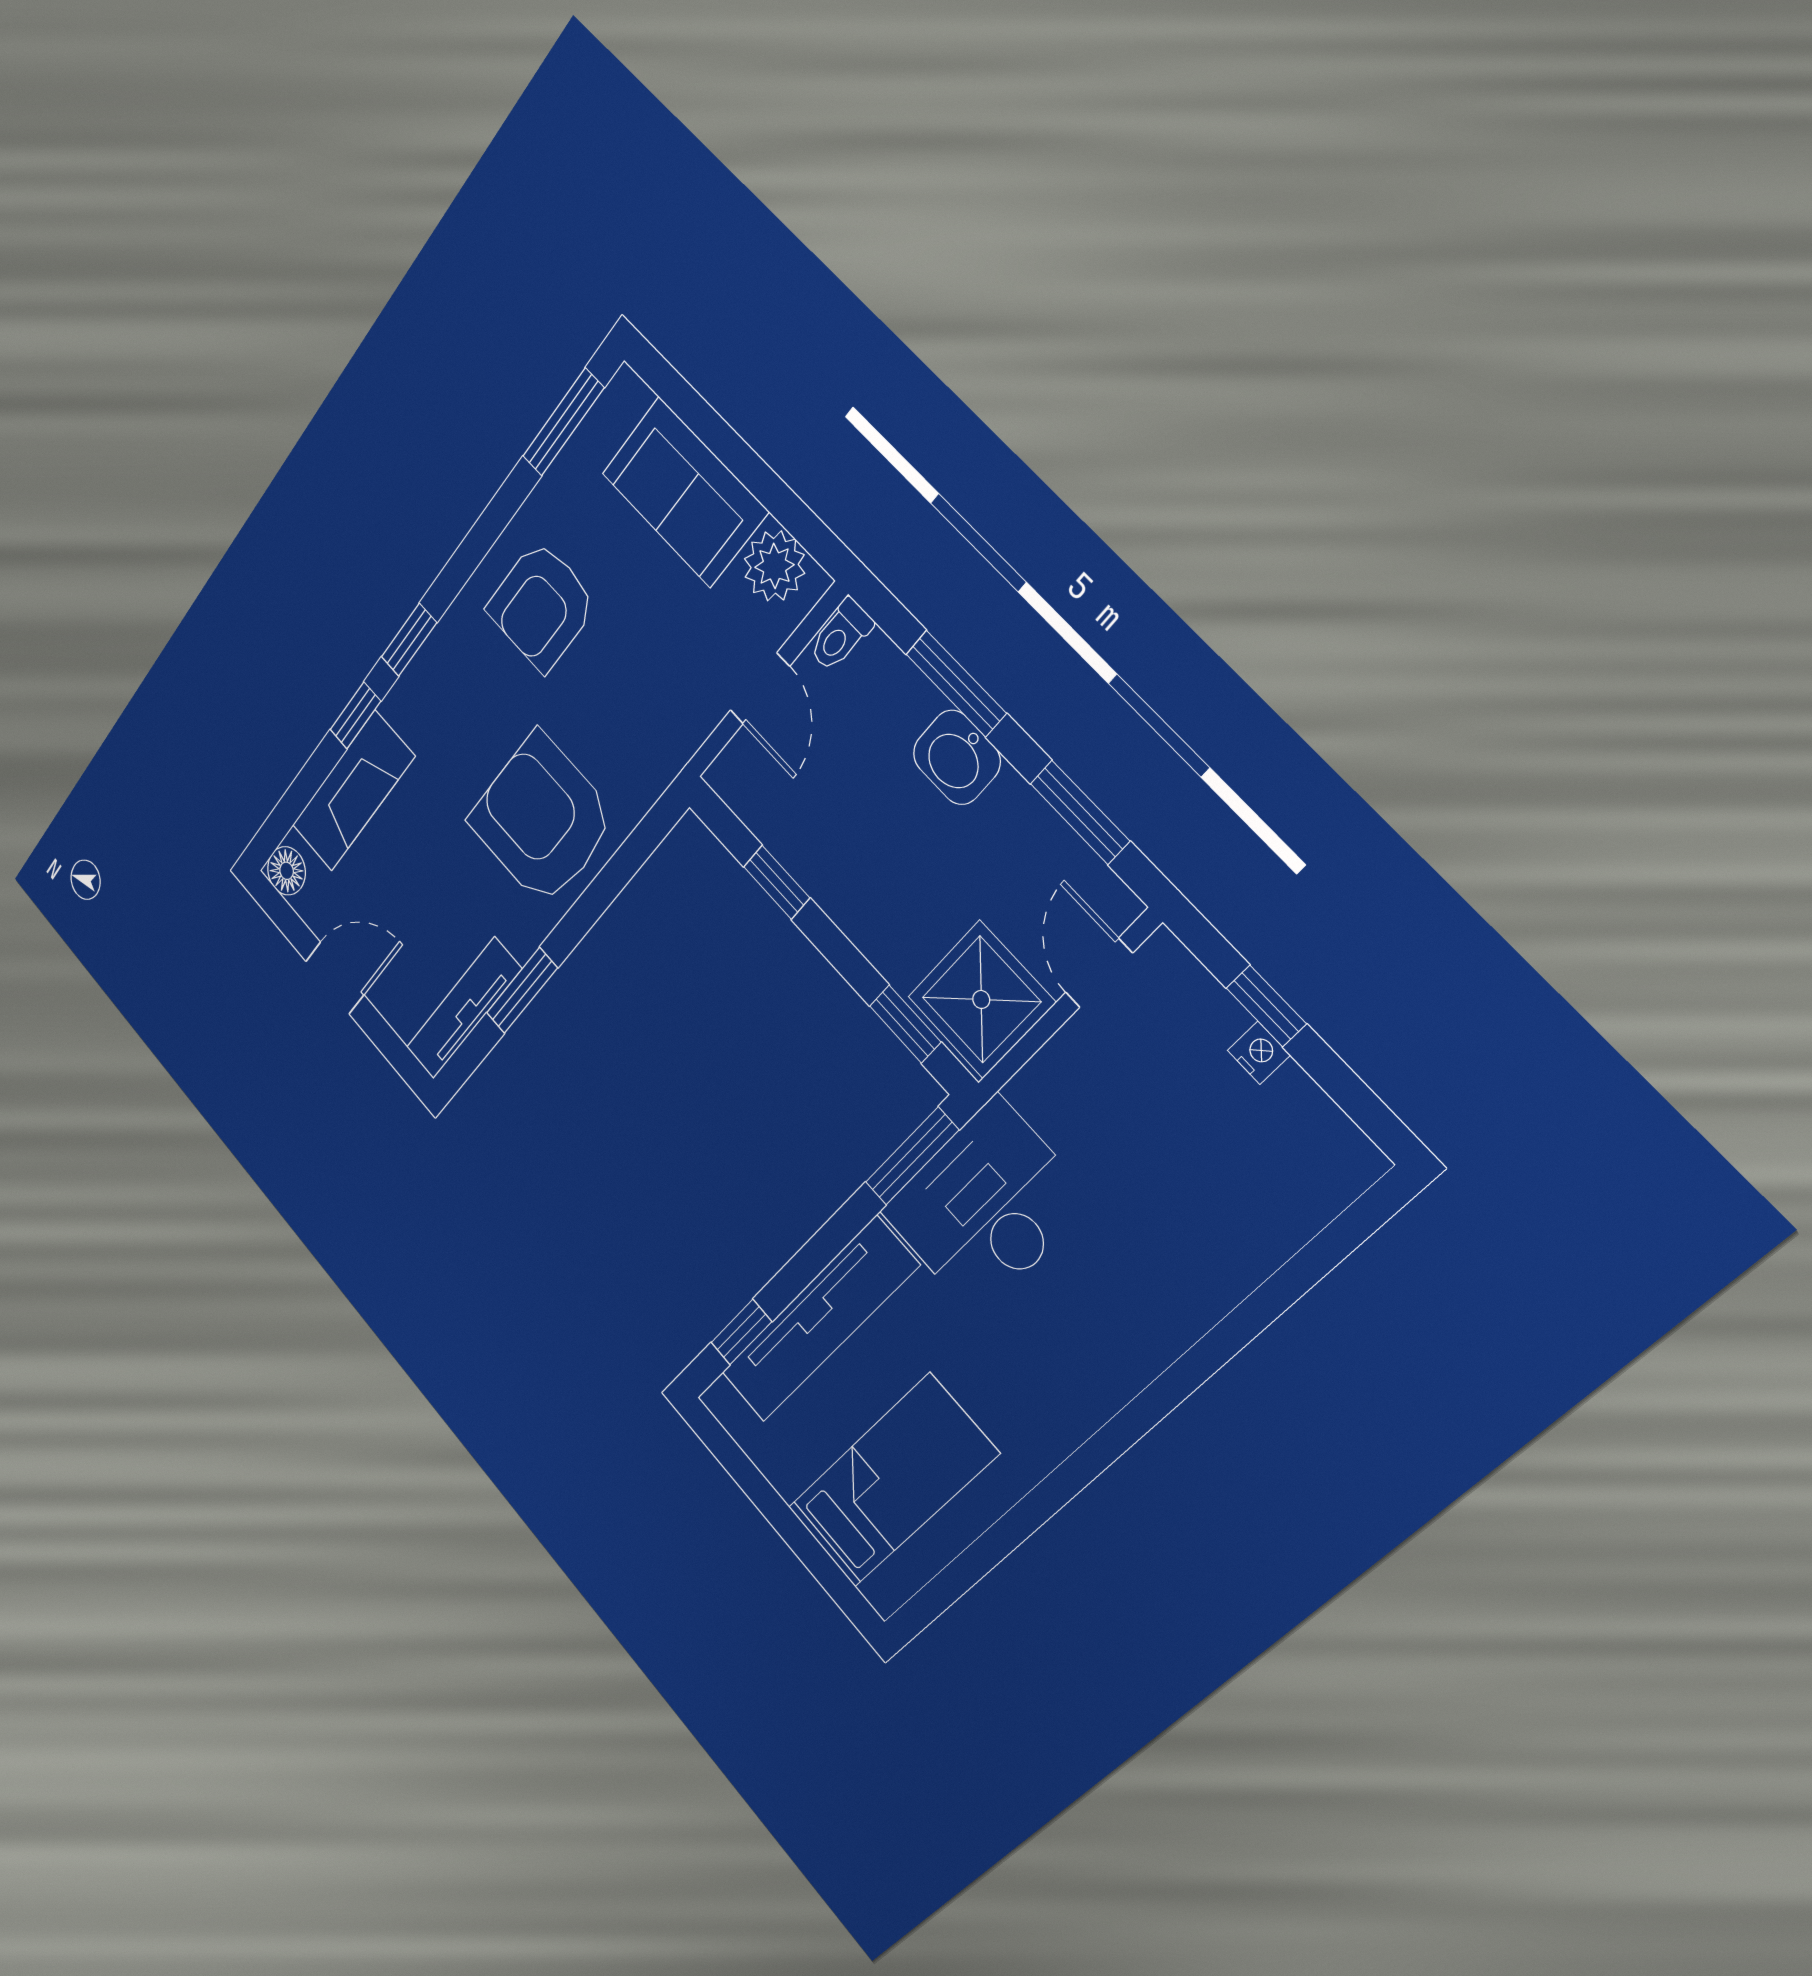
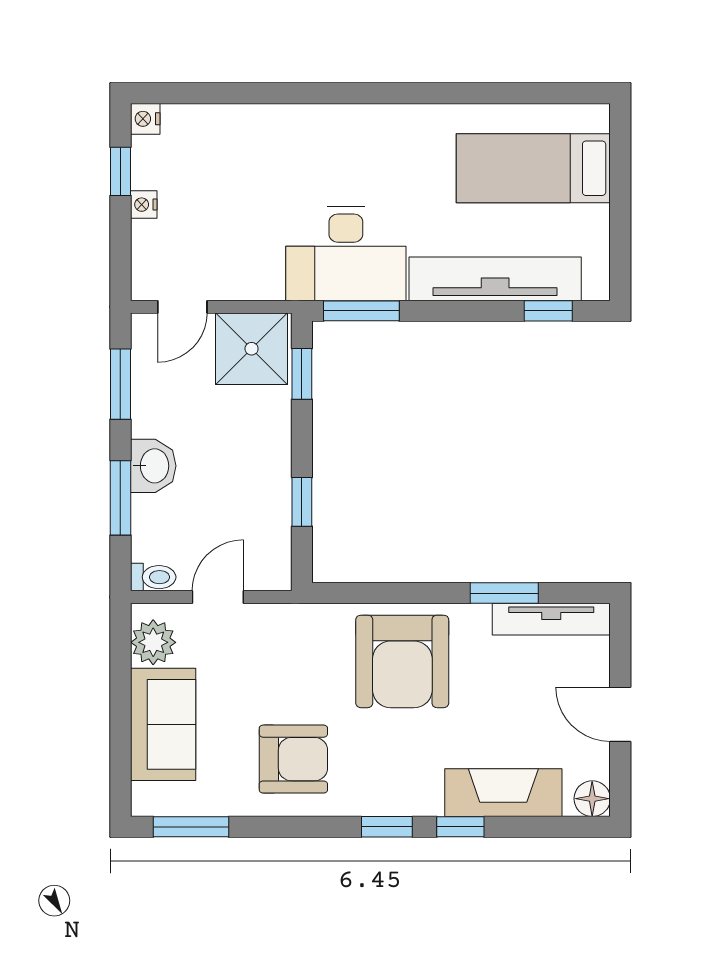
window: (1266, 1006) -> (120, 171), moved
nightstand: (1359, 1161) -> (145, 119), added

